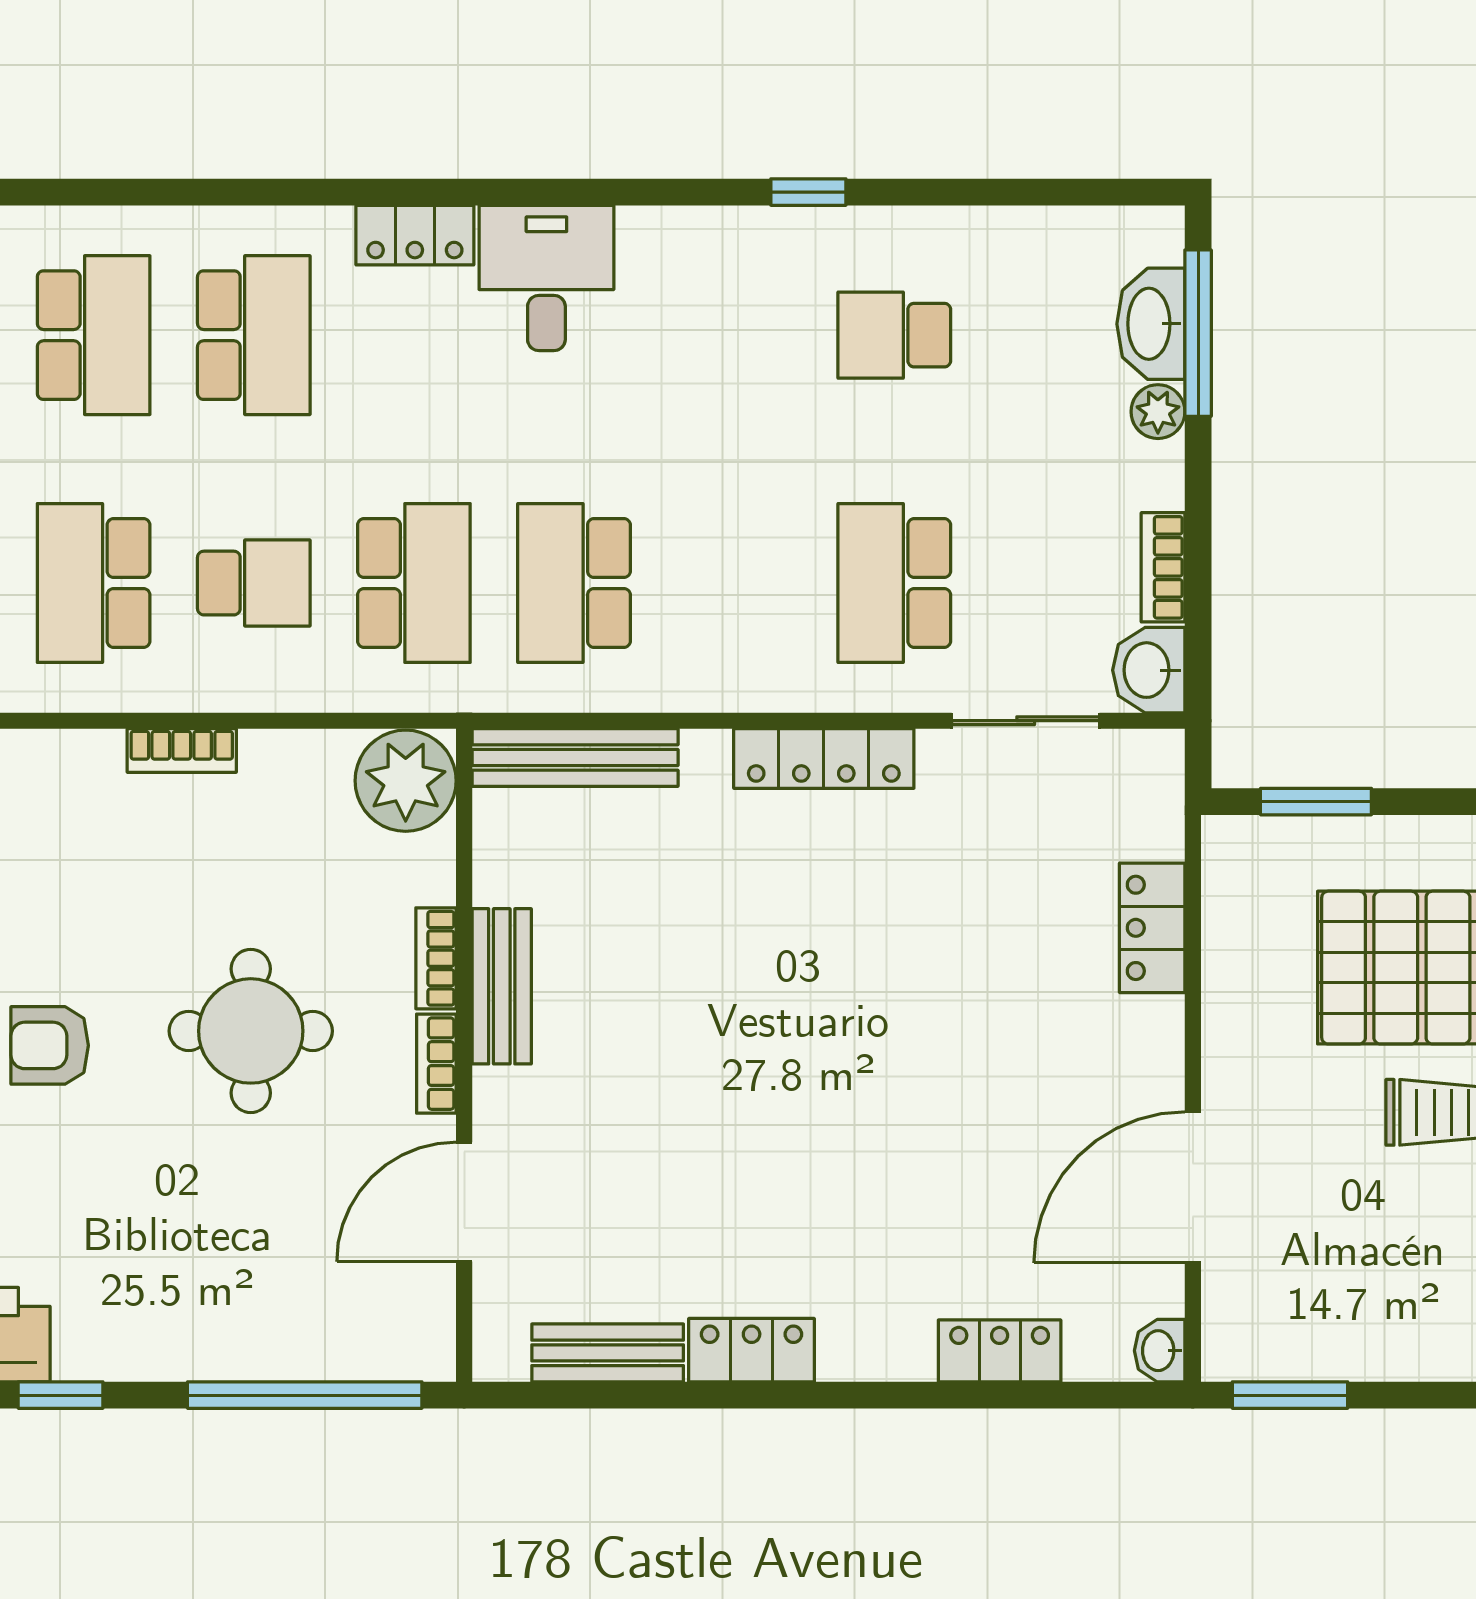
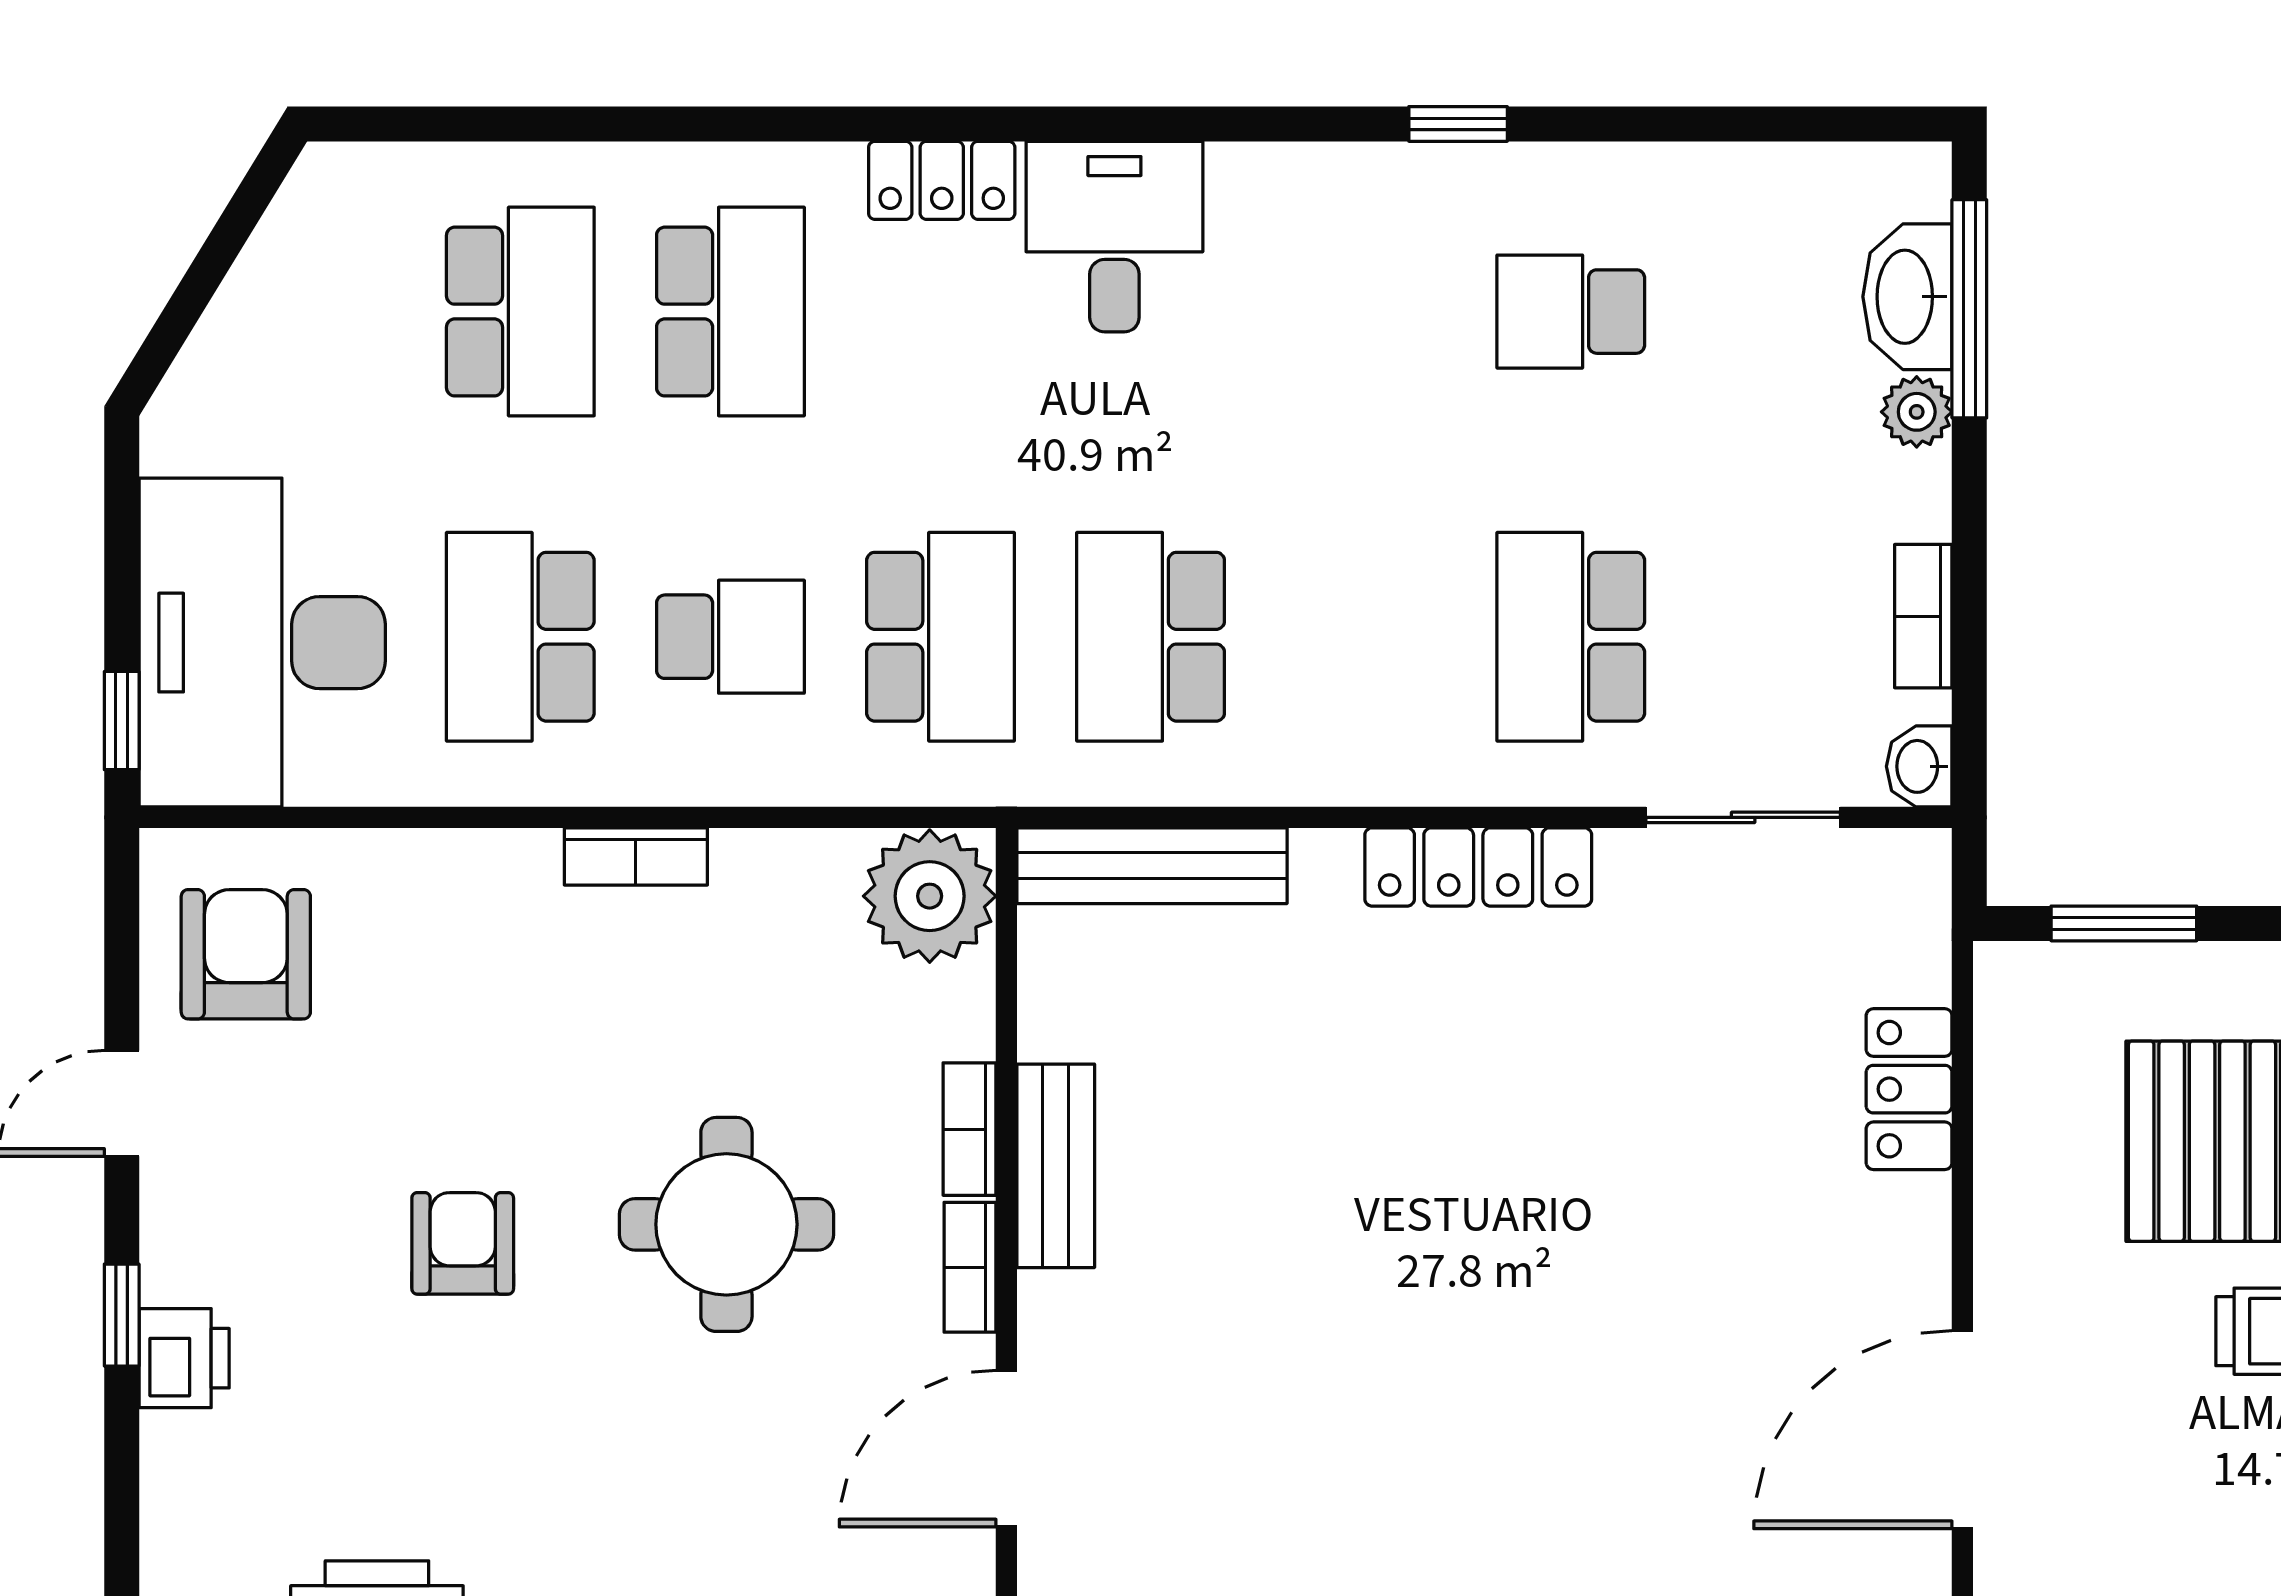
washbasin: (1149, 670) -> (1919, 766), width x0.72, depth x0.69
armchair: (50, 1045) -> (463, 1243), turned 90

